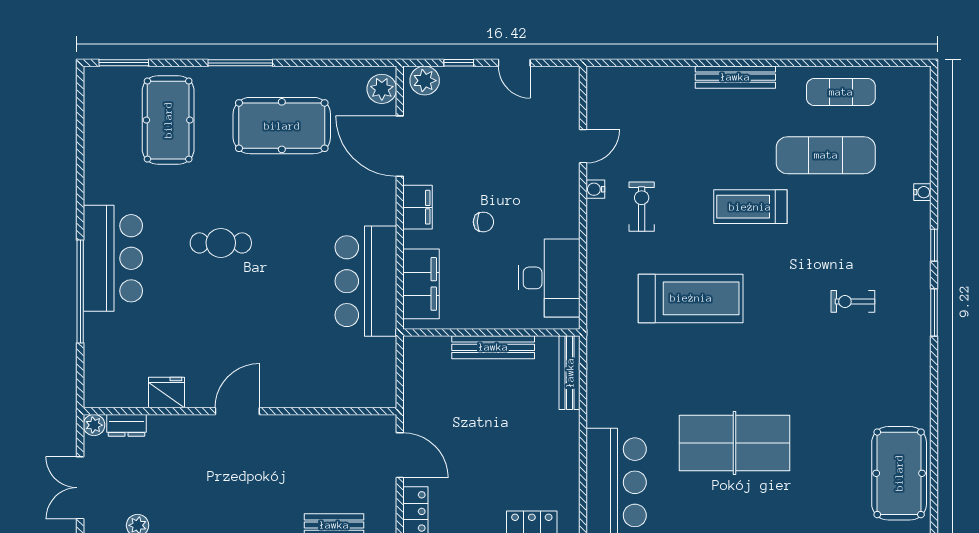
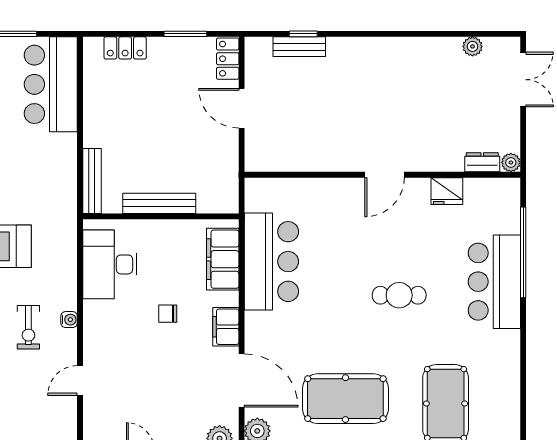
water cooler: (595, 189) -> (69, 320), moved
fridge: (167, 393) -> (447, 191), moved
door: (237, 411) -> (385, 175), moved
wall: (240, 411) -> (382, 175), moved
plant: (94, 425) -> (511, 162), moved
dresser: (126, 425) -> (482, 162), moved

